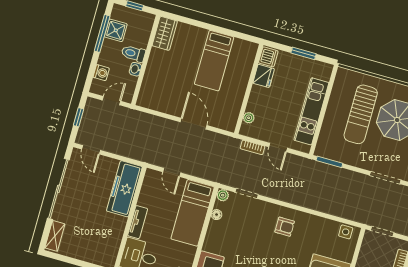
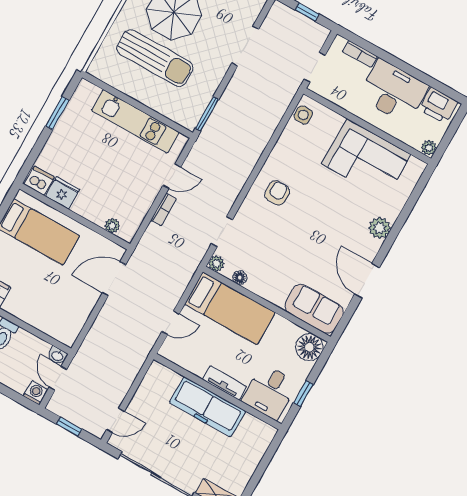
dishwasher: (268, 57) -> (39, 181), moved
washbasin: (135, 69) -> (57, 356), moved
washing machine: (101, 73) -> (35, 393), moved
fridge: (264, 76) -> (62, 193), moved
wall: (249, 89) -> (75, 216), moved
plant: (249, 118) -> (112, 226), moved
freezer: (124, 189) -> (207, 407), moved

